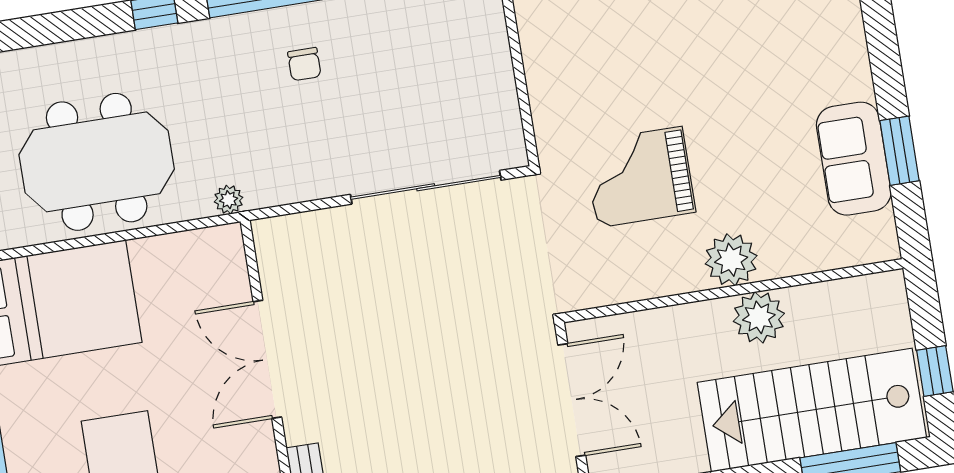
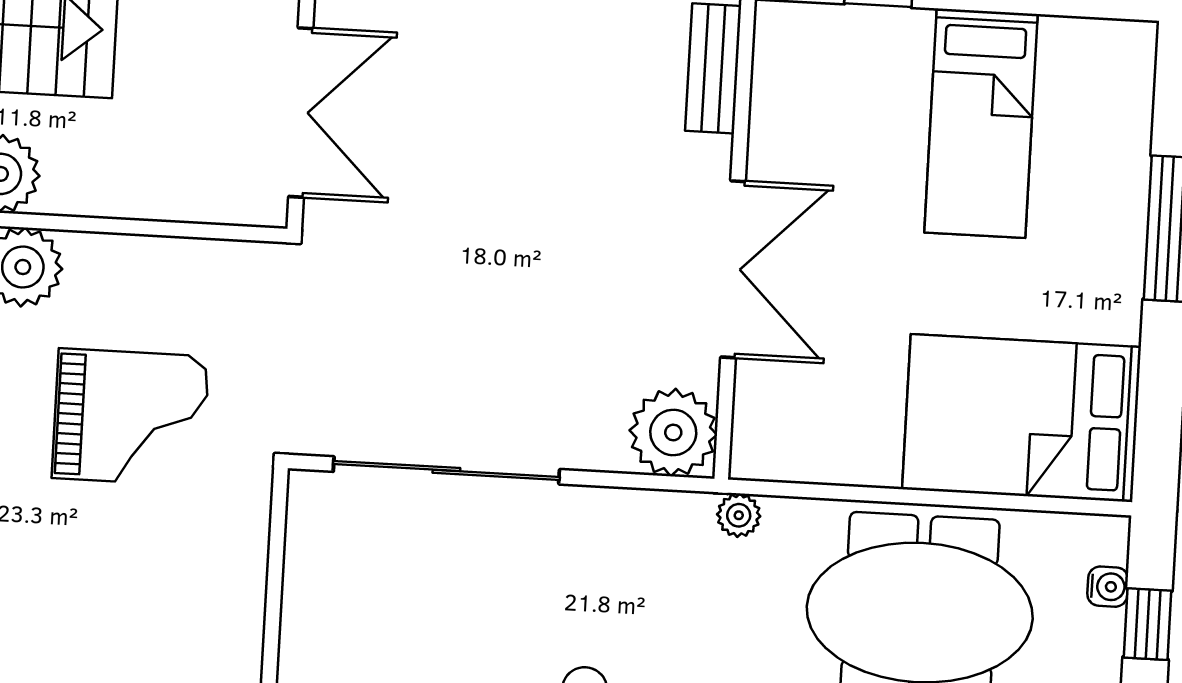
plant: (283, 244) -> (673, 432), added
double door: (572, 400) -> (301, 113), swing flipped

